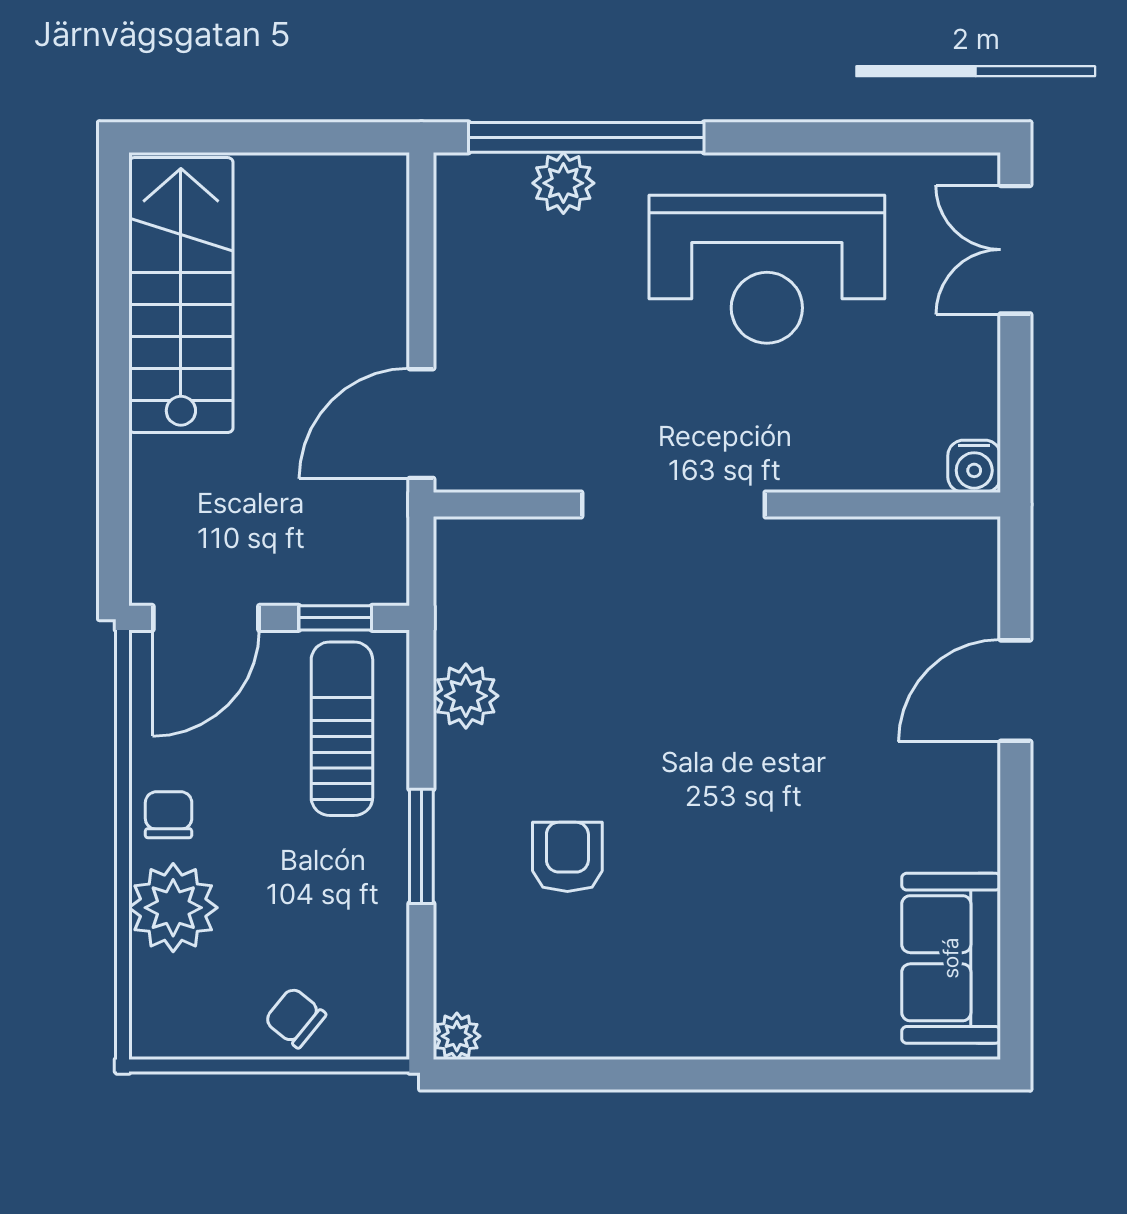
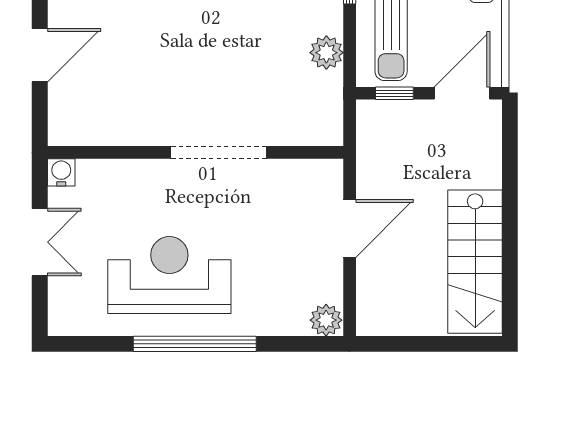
window: (586, 137) -> (195, 344), moved
plant: (563, 183) -> (326, 320), moved
double door: (1015, 250) -> (40, 242), moved
door: (421, 424) -> (350, 228), moved

